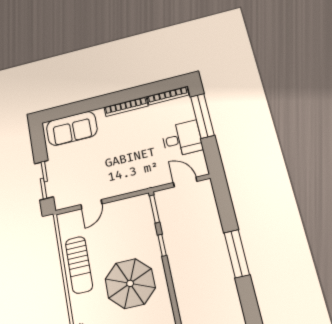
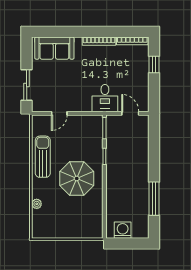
window: (202, 116) -> (154, 64), width x0.46
desk: (182, 139) -> (105, 98), moved, turned 90
window: (237, 254) -> (154, 199), moved
sun lounger: (79, 265) -> (43, 157), turned 180

